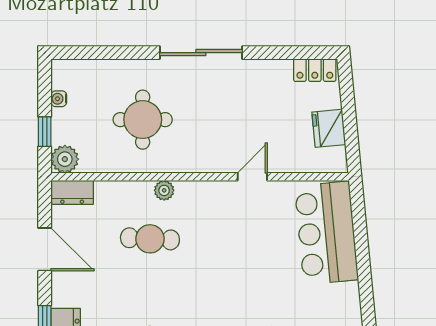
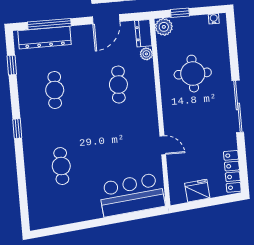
locker: (315, 70) -> (232, 171), width x1.53
water cooler: (59, 99) -> (214, 19), moved
plant: (164, 190) -> (146, 54), moved

